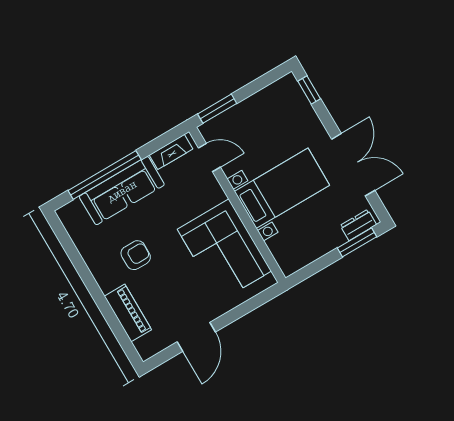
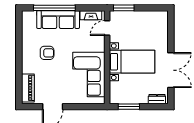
window: (309, 90) -> (171, 24), removed
door: (209, 157) -> (107, 28), swing flipped
window: (357, 242) -> (129, 107), moved
piano: (128, 313) -> (28, 88), moved

